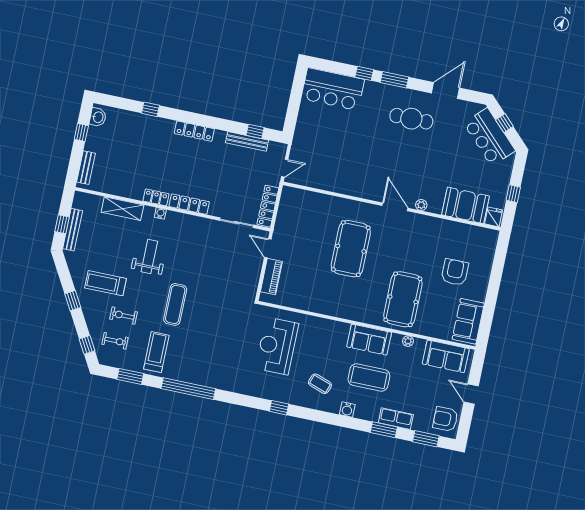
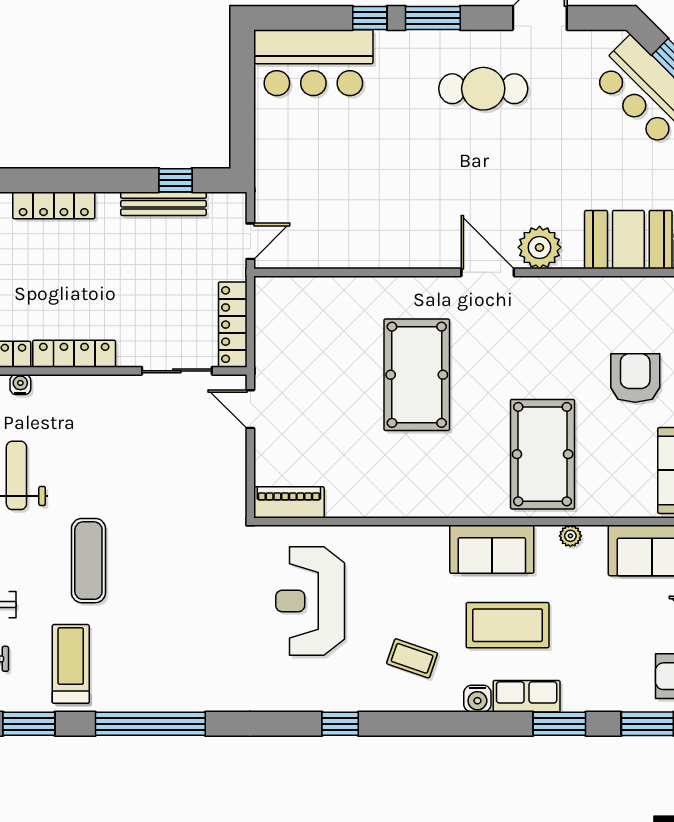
plant: (421, 205) -> (540, 247), width x1.88, depth x1.88
piano: (271, 277) -> (289, 502), moved, turned -90
row of seats: (396, 419) -> (527, 696), moved

